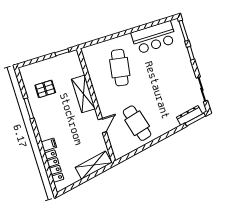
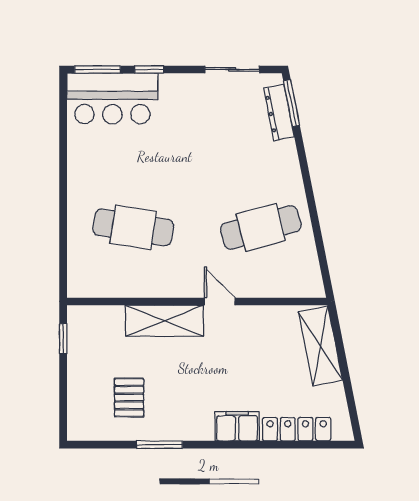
bar counter: (154, 37) -> (112, 98), moved, turned 90
door: (102, 126) -> (220, 301), moved
filing cabinet: (49, 145) -> (237, 426), width x2.00

